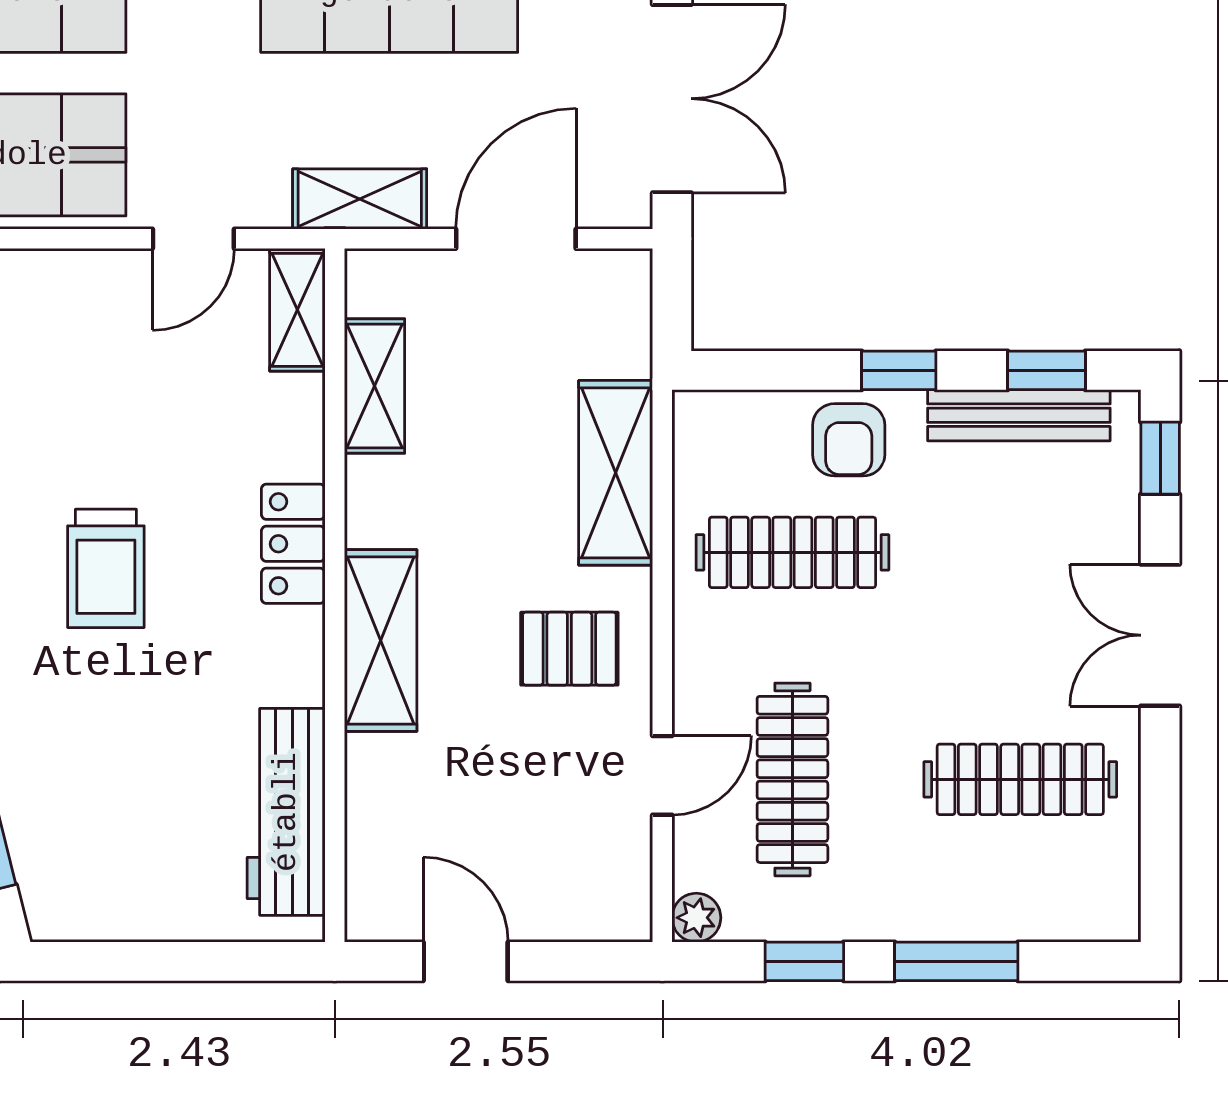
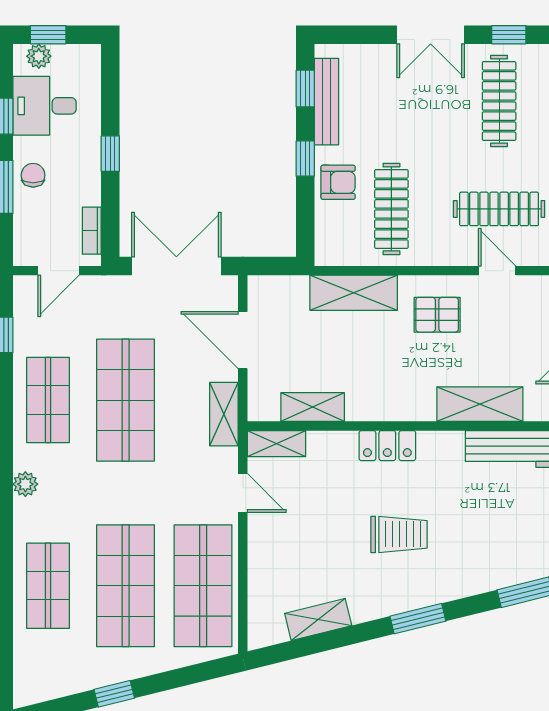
window: (1160, 458) -> (509, 35), moved
shelving: (381, 640) -> (480, 404), moved
pallet: (569, 649) -> (437, 315), turned 90

